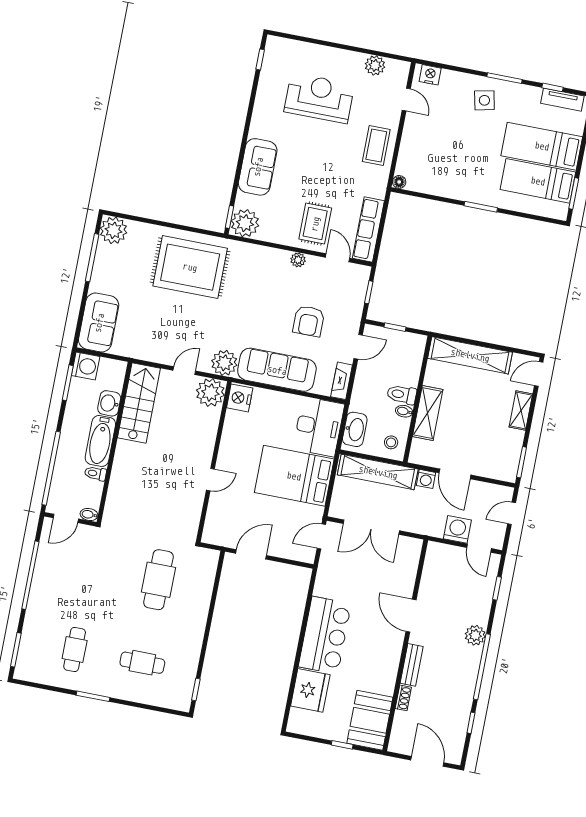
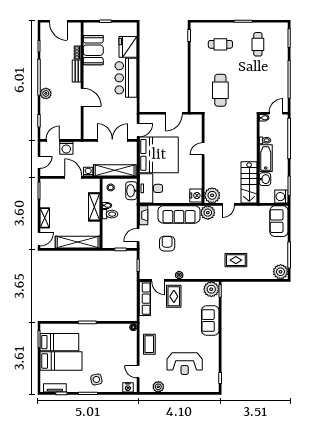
rug: (190, 267) -> (236, 260), width x0.54, depth x0.49
bed: (294, 476) -> (159, 155), width x1.36
door: (479, 548) -> (53, 140), hinge flipped
booth: (370, 720) -> (93, 50), moved

